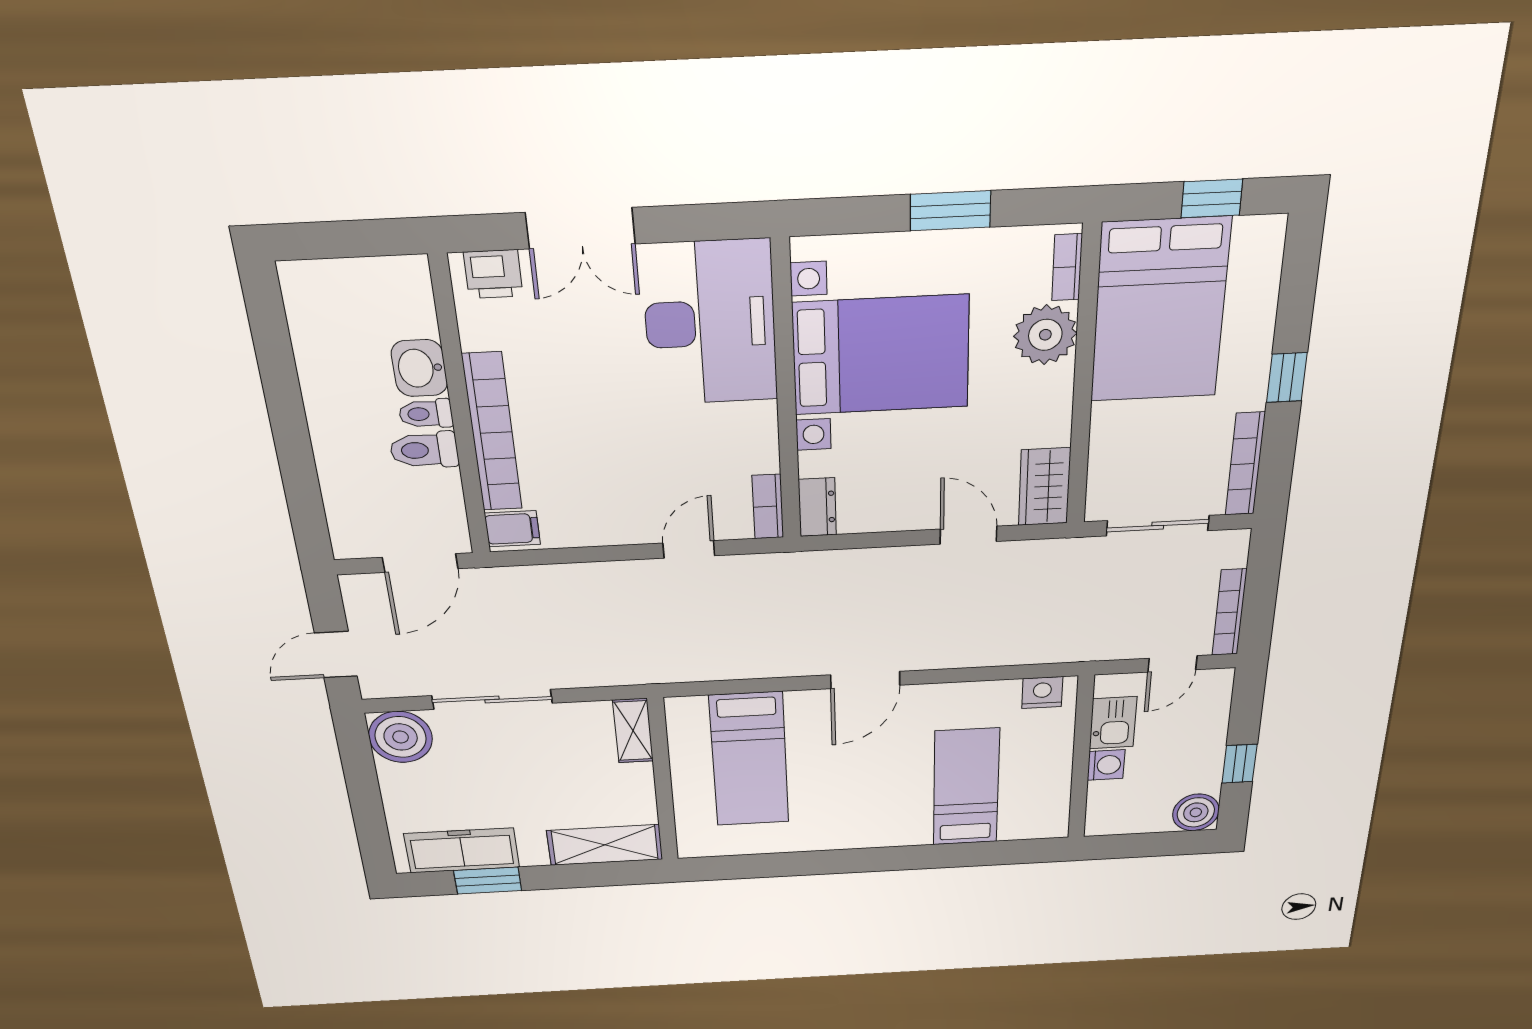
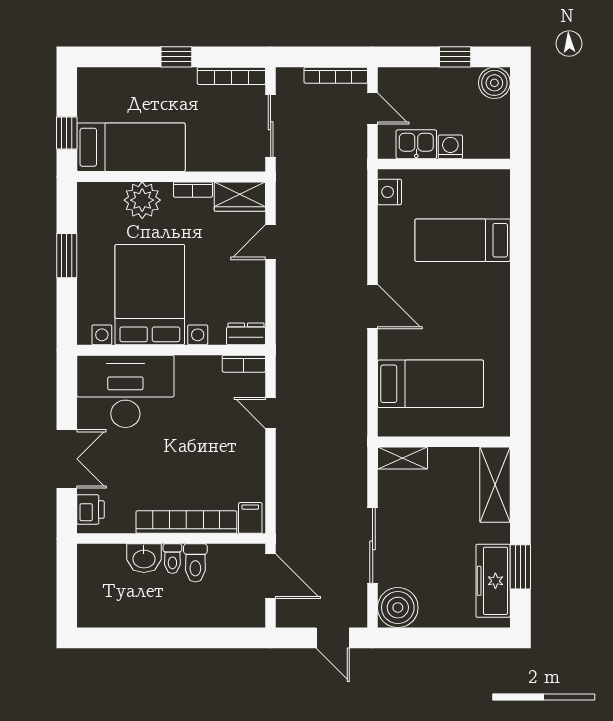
window: (1212, 199) -> (67, 133), moved
bookcase: (1067, 267) -> (193, 190), moved
bed: (1160, 311) -> (131, 147), width x0.67

